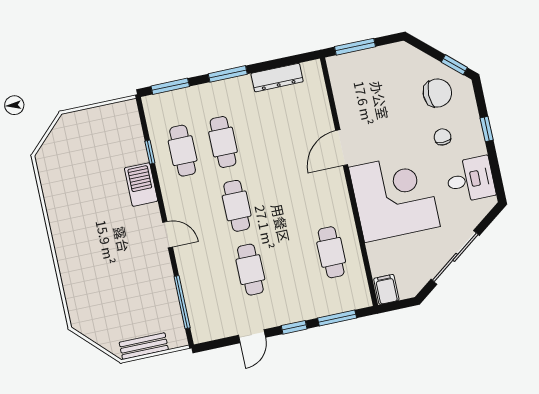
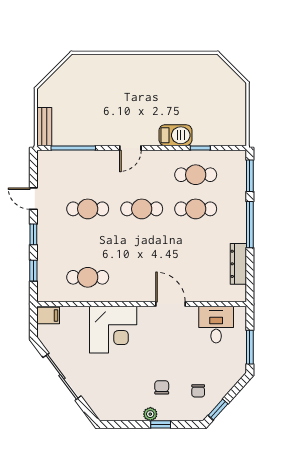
window: (355, 47) -> (250, 347), moved
window: (228, 74) -> (250, 225), width x1.44
chair: (437, 93) -> (198, 391), width x0.54, depth x0.54
chair: (442, 137) -> (162, 387), turned -90
plant: (477, 144) -> (150, 414), added
desk: (470, 179) -> (216, 325), moved, turned 180
corner desk: (394, 197) -> (113, 330), width x0.74, depth x0.74
window: (337, 318) -> (33, 271), width x0.67
bench: (144, 346) -> (44, 127), moved

